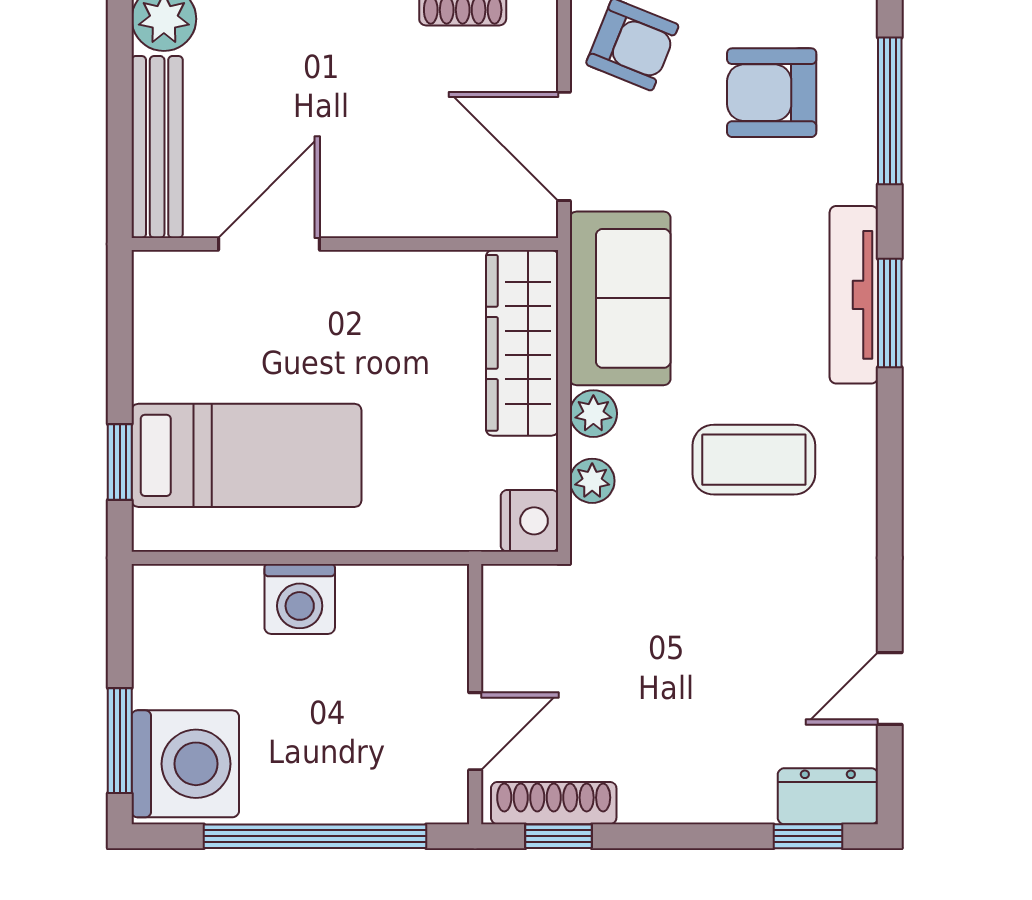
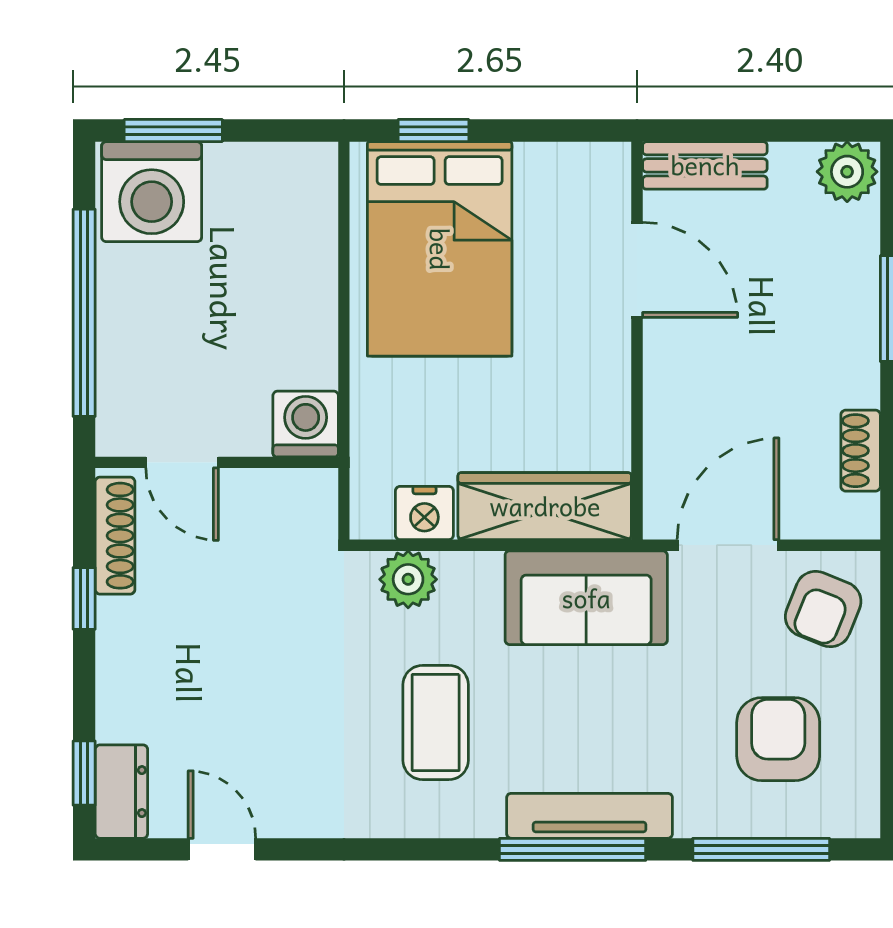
bench: (157, 147) -> (705, 165), width x0.73
window: (890, 313) -> (573, 849), width x1.44
plant: (593, 414) -> (479, 573), removed
bed: (246, 455) -> (440, 249), width x1.50
plant: (592, 481) -> (408, 579), width x1.38, depth x1.38
nightstand: (529, 521) -> (424, 513), moved
washing machine: (300, 599) -> (306, 424), moved, turned 90
window: (558, 836) -> (84, 598), moved

